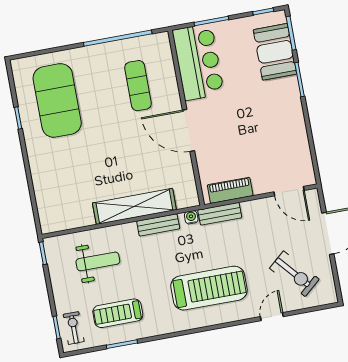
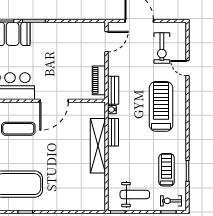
weight bench: (98, 261) -> (135, 195), moved, turned 90
exercise bike: (294, 274) -> (162, 48), turned 131
treadmill: (118, 313) -> (167, 170), turned 180

